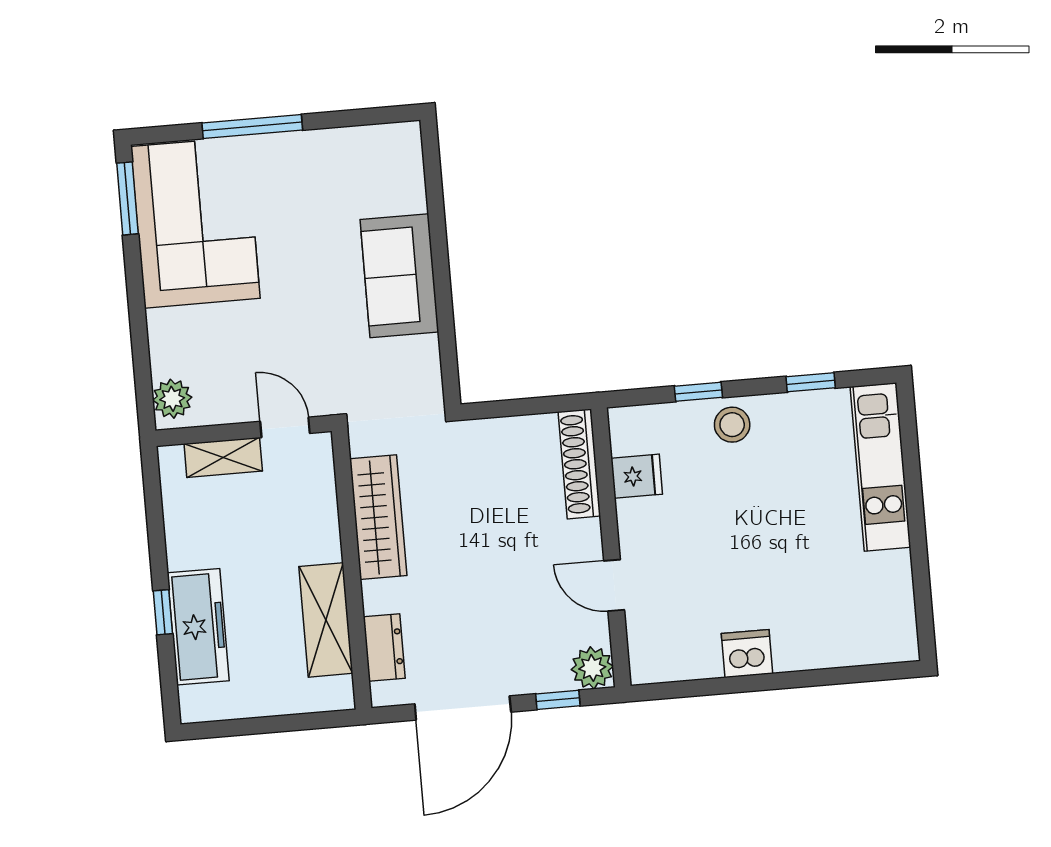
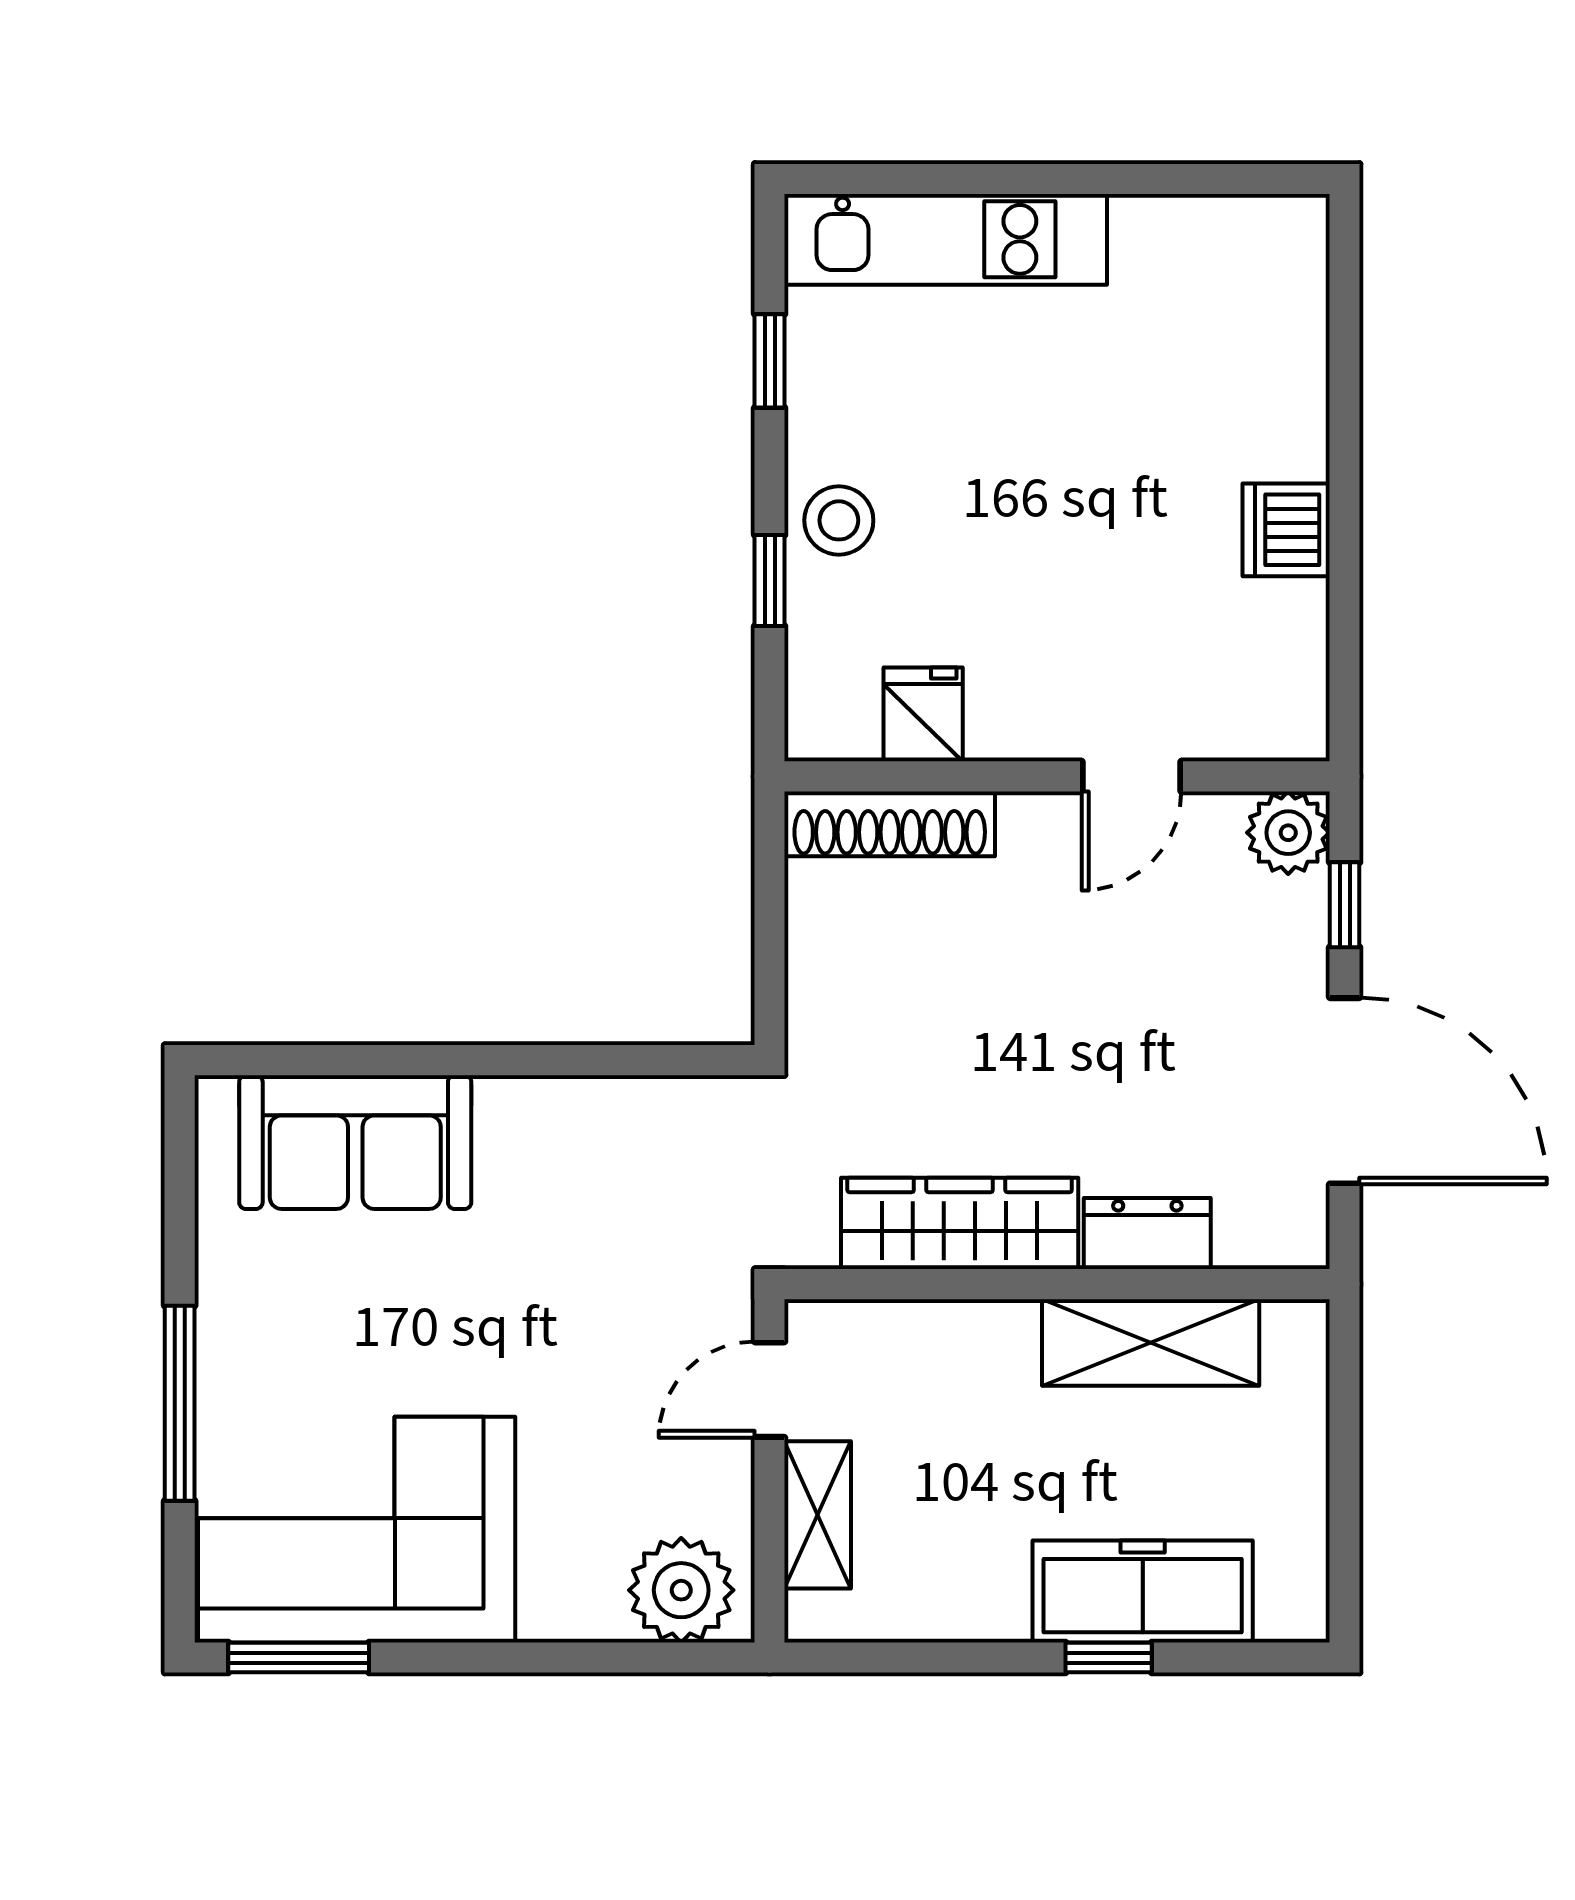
sofa: (399, 276) -> (355, 1142), moved
plant: (172, 399) -> (681, 1590), width x1.36, depth x1.36
dresser: (384, 647) -> (1147, 1234), moved

